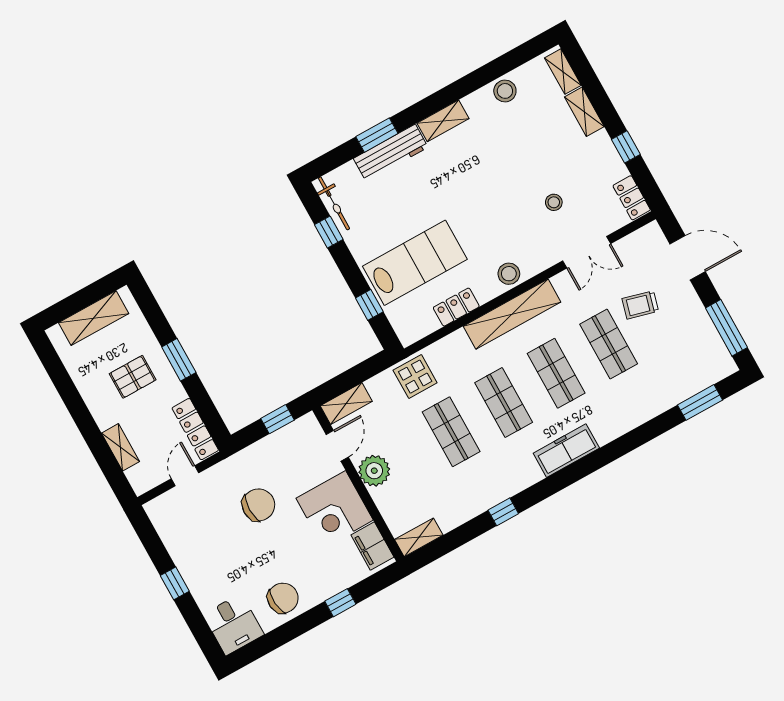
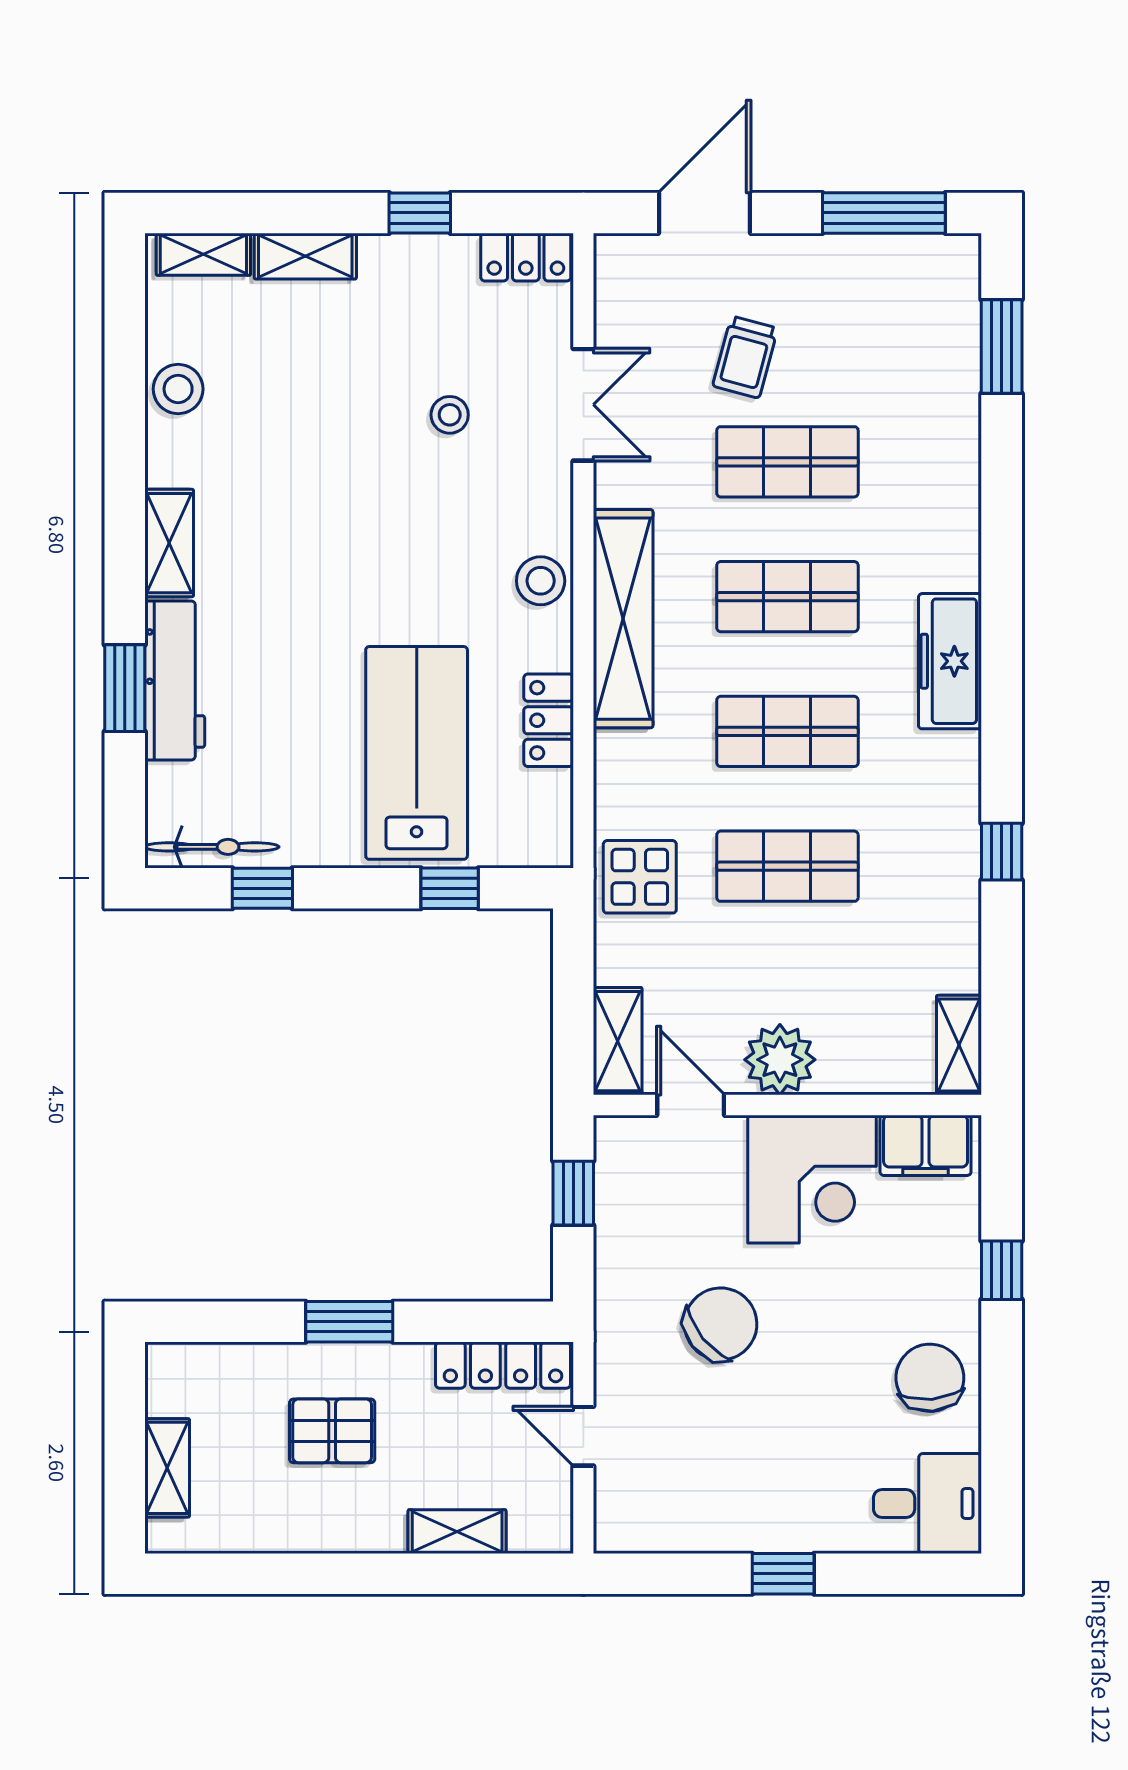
shelving: (94, 318) -> (167, 1468), width x0.67, depth x0.75
pallet: (133, 377) -> (332, 1431), turned 90
chair: (258, 505) -> (721, 1324), turned 51

